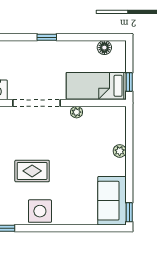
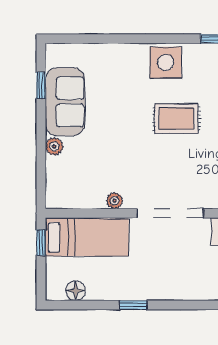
window: (47, 37) -> (133, 305), moved
sofa: (112, 201) -> (65, 102), moved
window: (129, 212) -> (41, 85), moved

